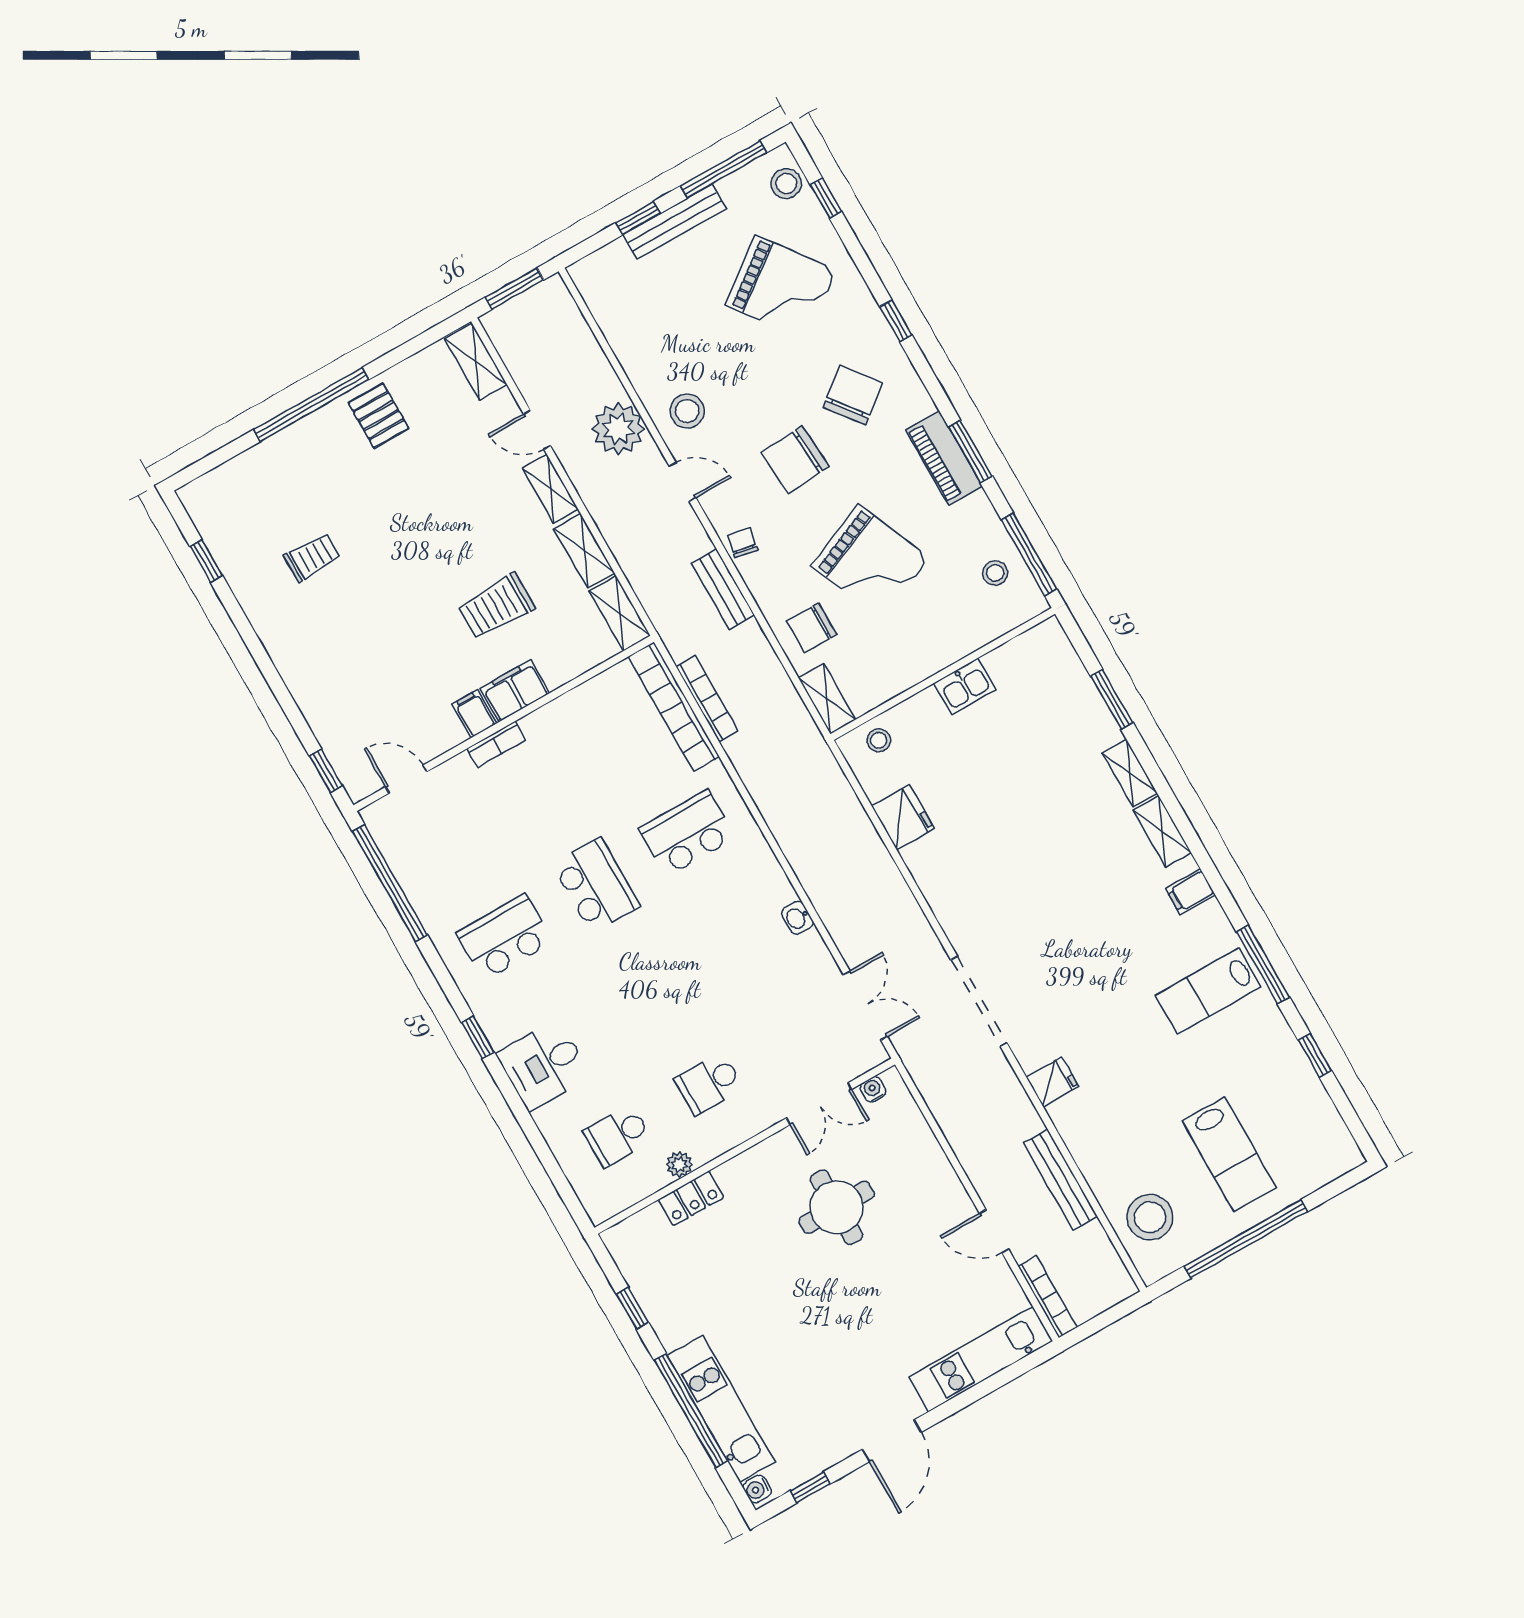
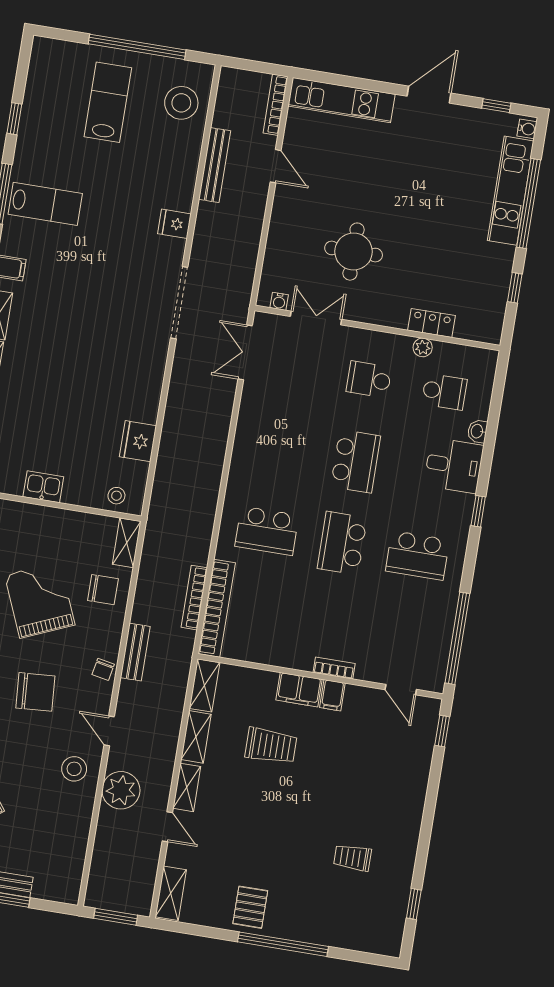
washbasin: (797, 918) -> (477, 431), moved, turned 180
school desk: (652, 984) -> (356, 461), added
school desk: (709, 1084) -> (369, 379), turned 180

